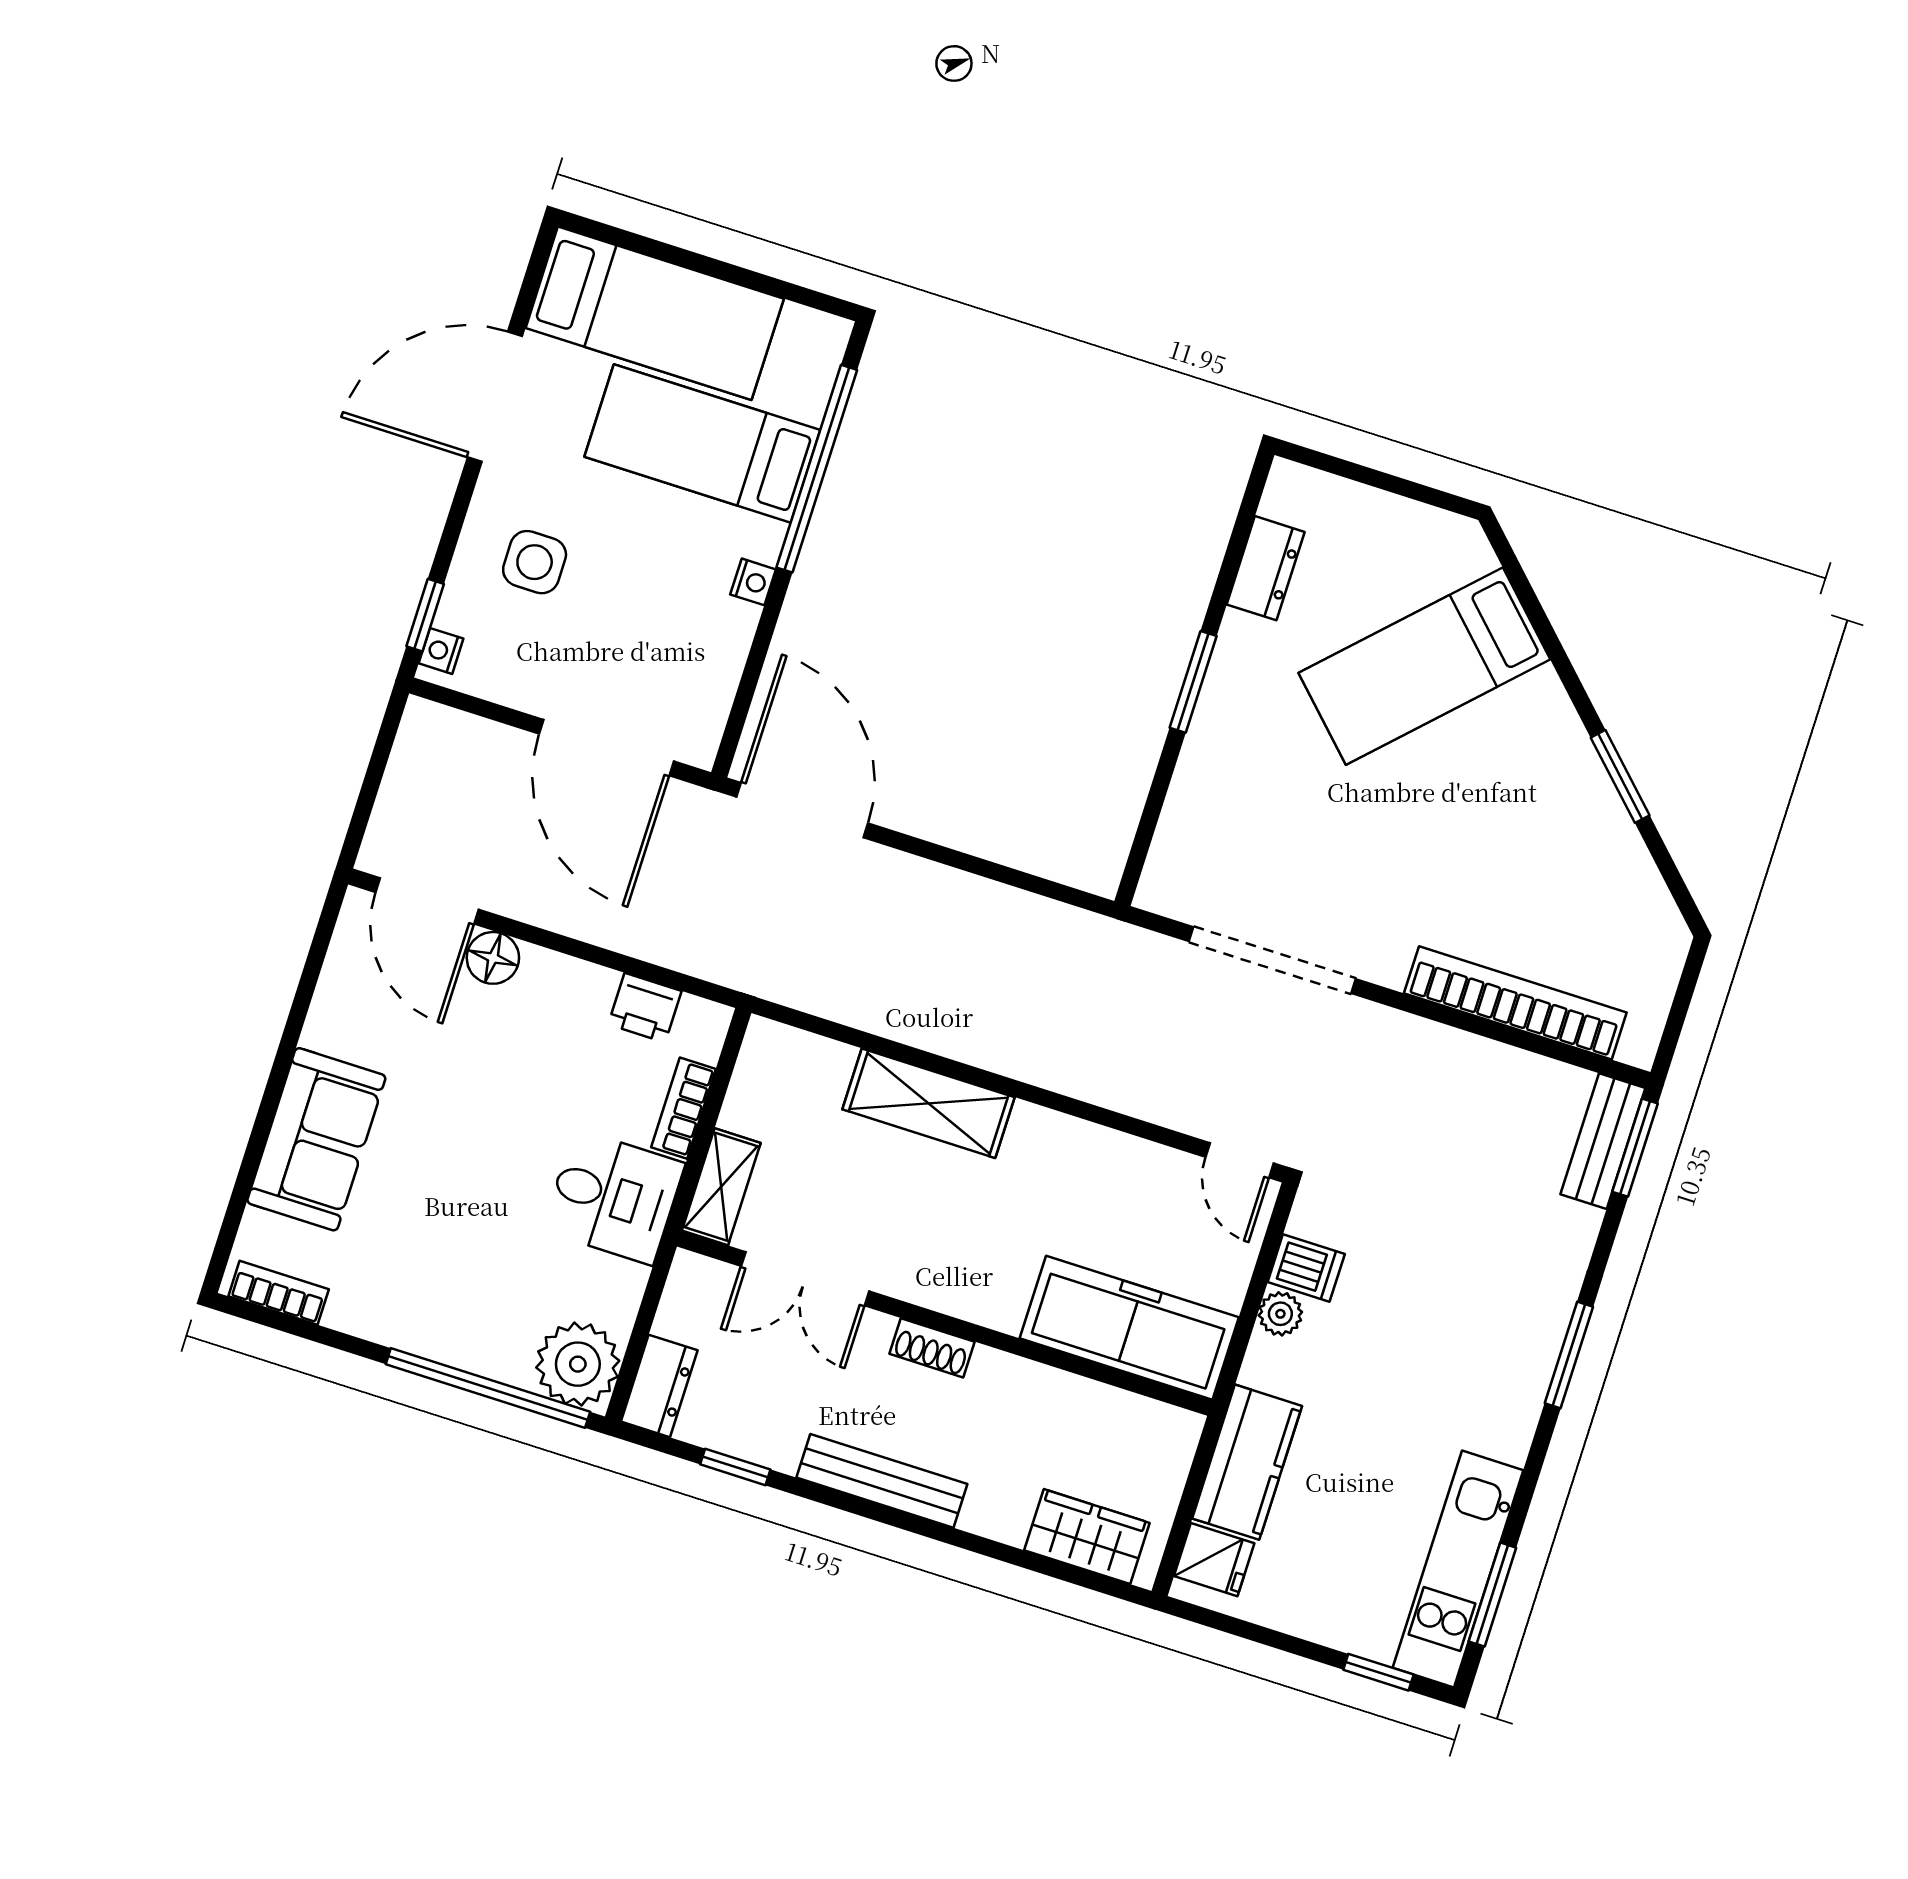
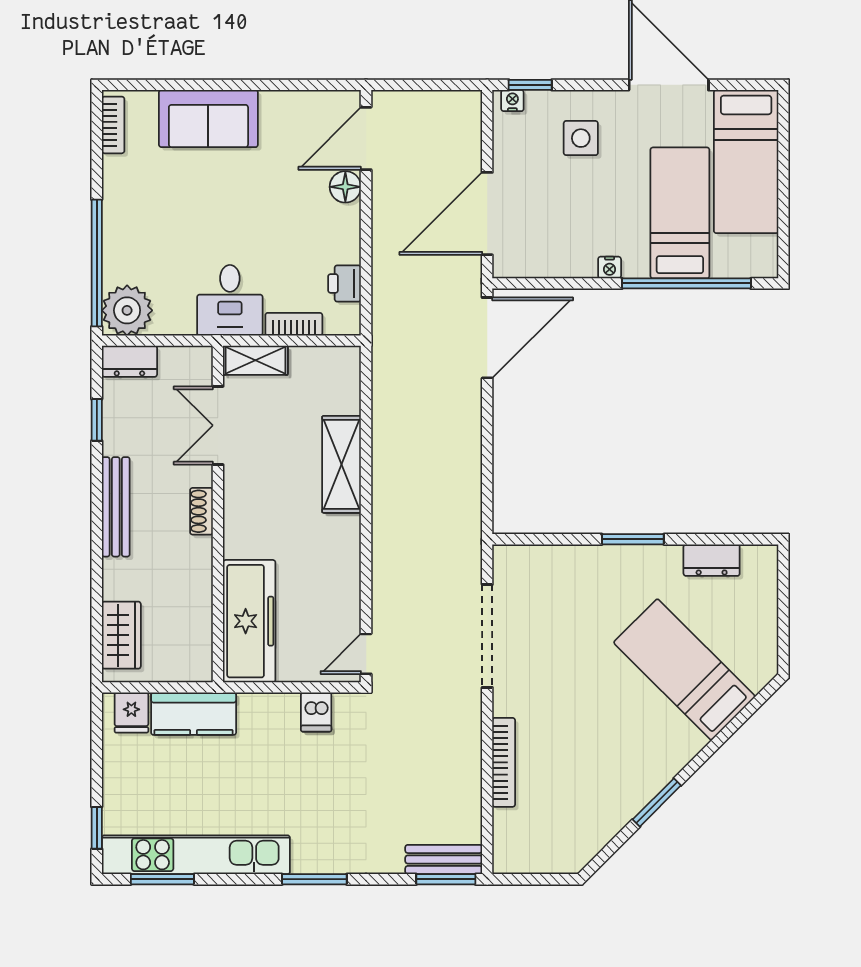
bookcase: (1515, 1003) -> (504, 762), width x0.68, depth x0.76
plant: (1280, 1314) -> (285, 706), removed
kitchen unit: (1458, 1569) -> (196, 855), width x1.36

